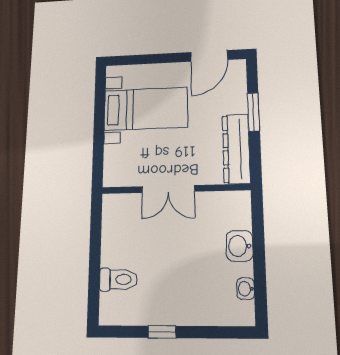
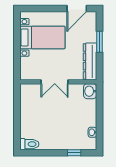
washbasin: (239, 246) -> (90, 91), moved
toilet: (118, 279) -> (29, 144), moved
window: (162, 332) -> (74, 153), moved

